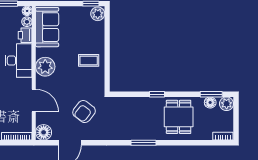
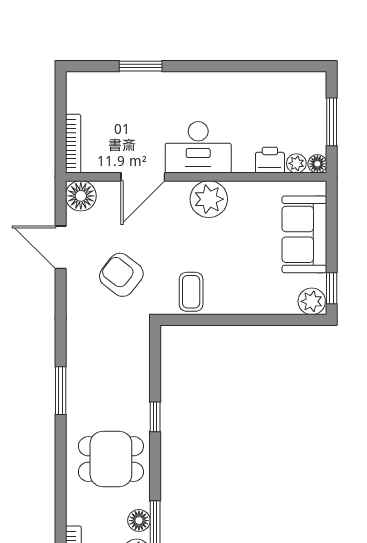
sofa: (47, 27) -> (304, 234), moved, turned 90
coffee table: (89, 60) -> (191, 292), moved
desk: (19, 61) -> (198, 147), moved

